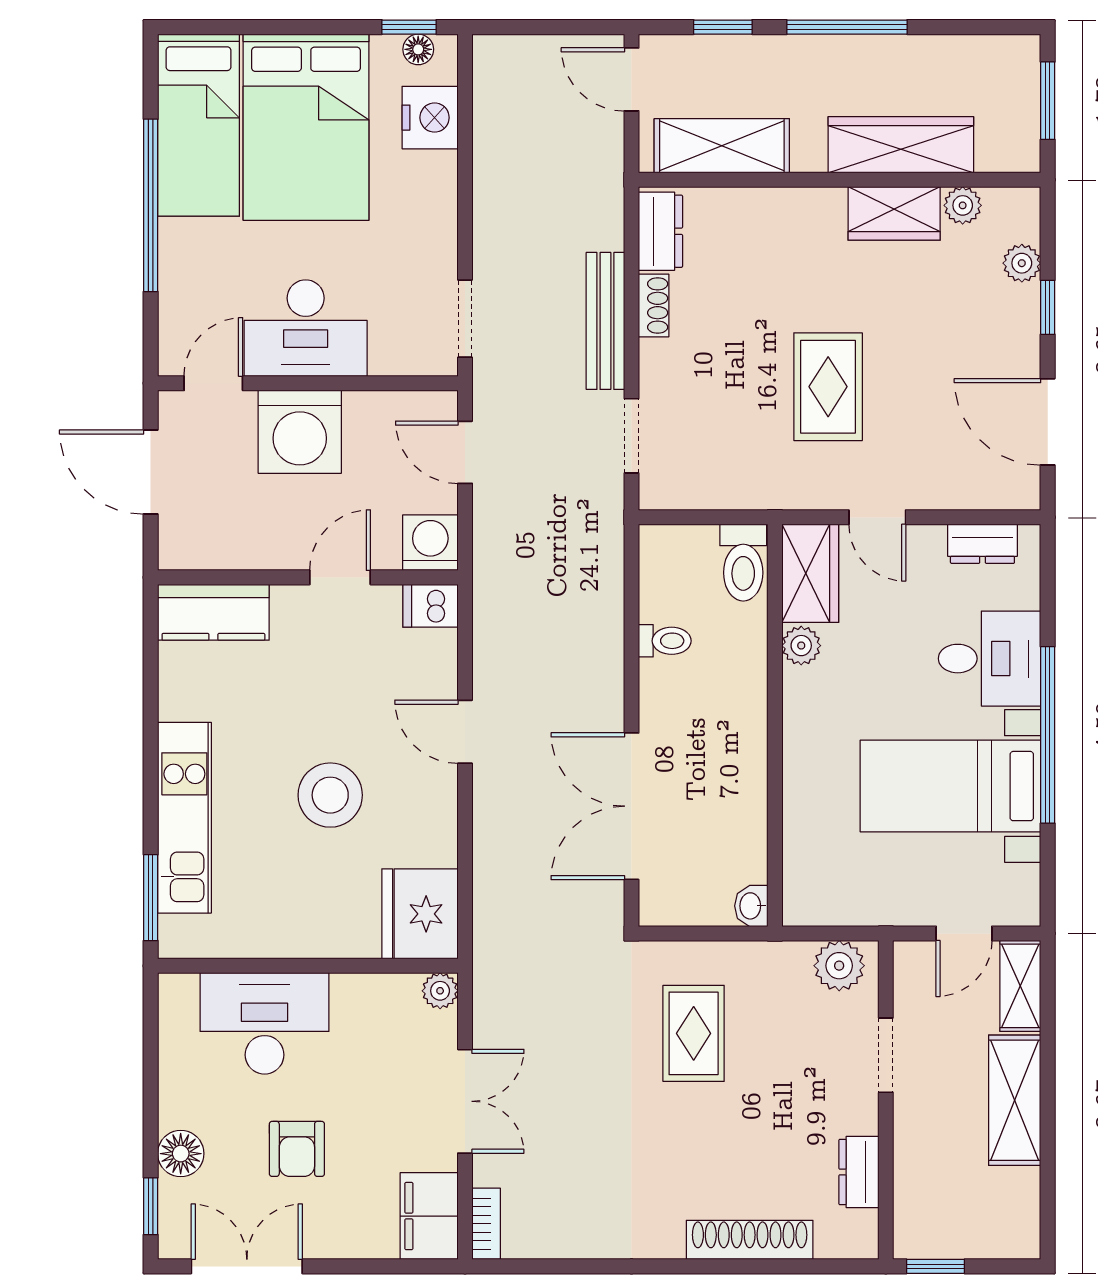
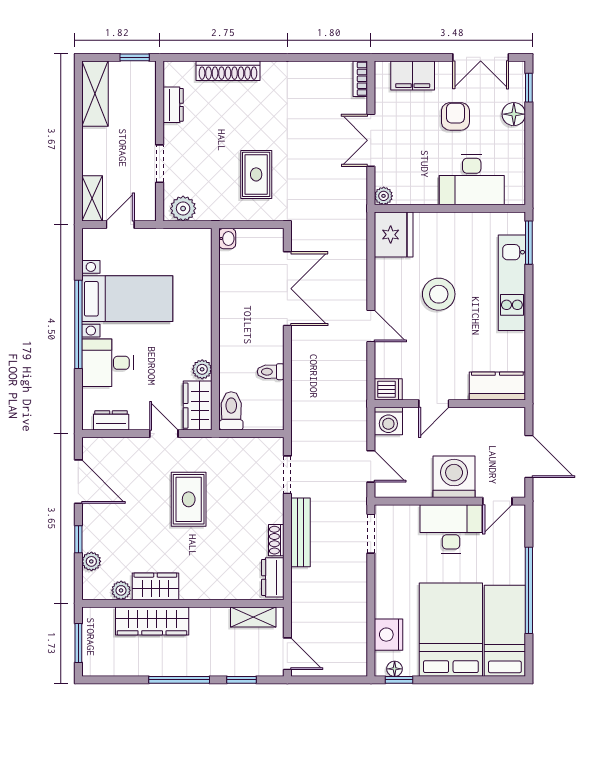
shelving: (722, 146) -> (253, 617), width x0.67, depth x0.75
shelving: (1015, 1100) -> (95, 94), moved
filing cabinet: (429, 1216) -> (413, 75), moved, turned 90

